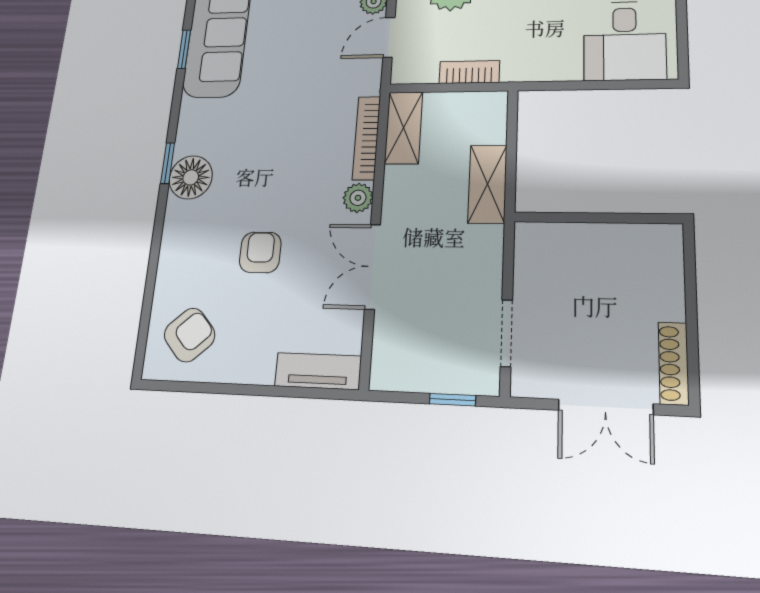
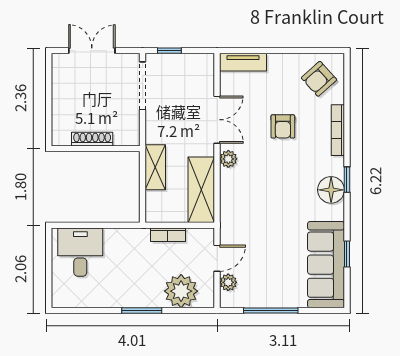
shelving: (404, 128) -> (201, 190), width x1.50, depth x1.33
bookcase: (366, 138) -> (338, 130), moved, turned 180
floor lamp: (191, 177) -> (331, 190), moved
doorway: (506, 333) -> (143, 86), width x1.38
shoe rack: (673, 363) -> (92, 139), moved, turned -90

